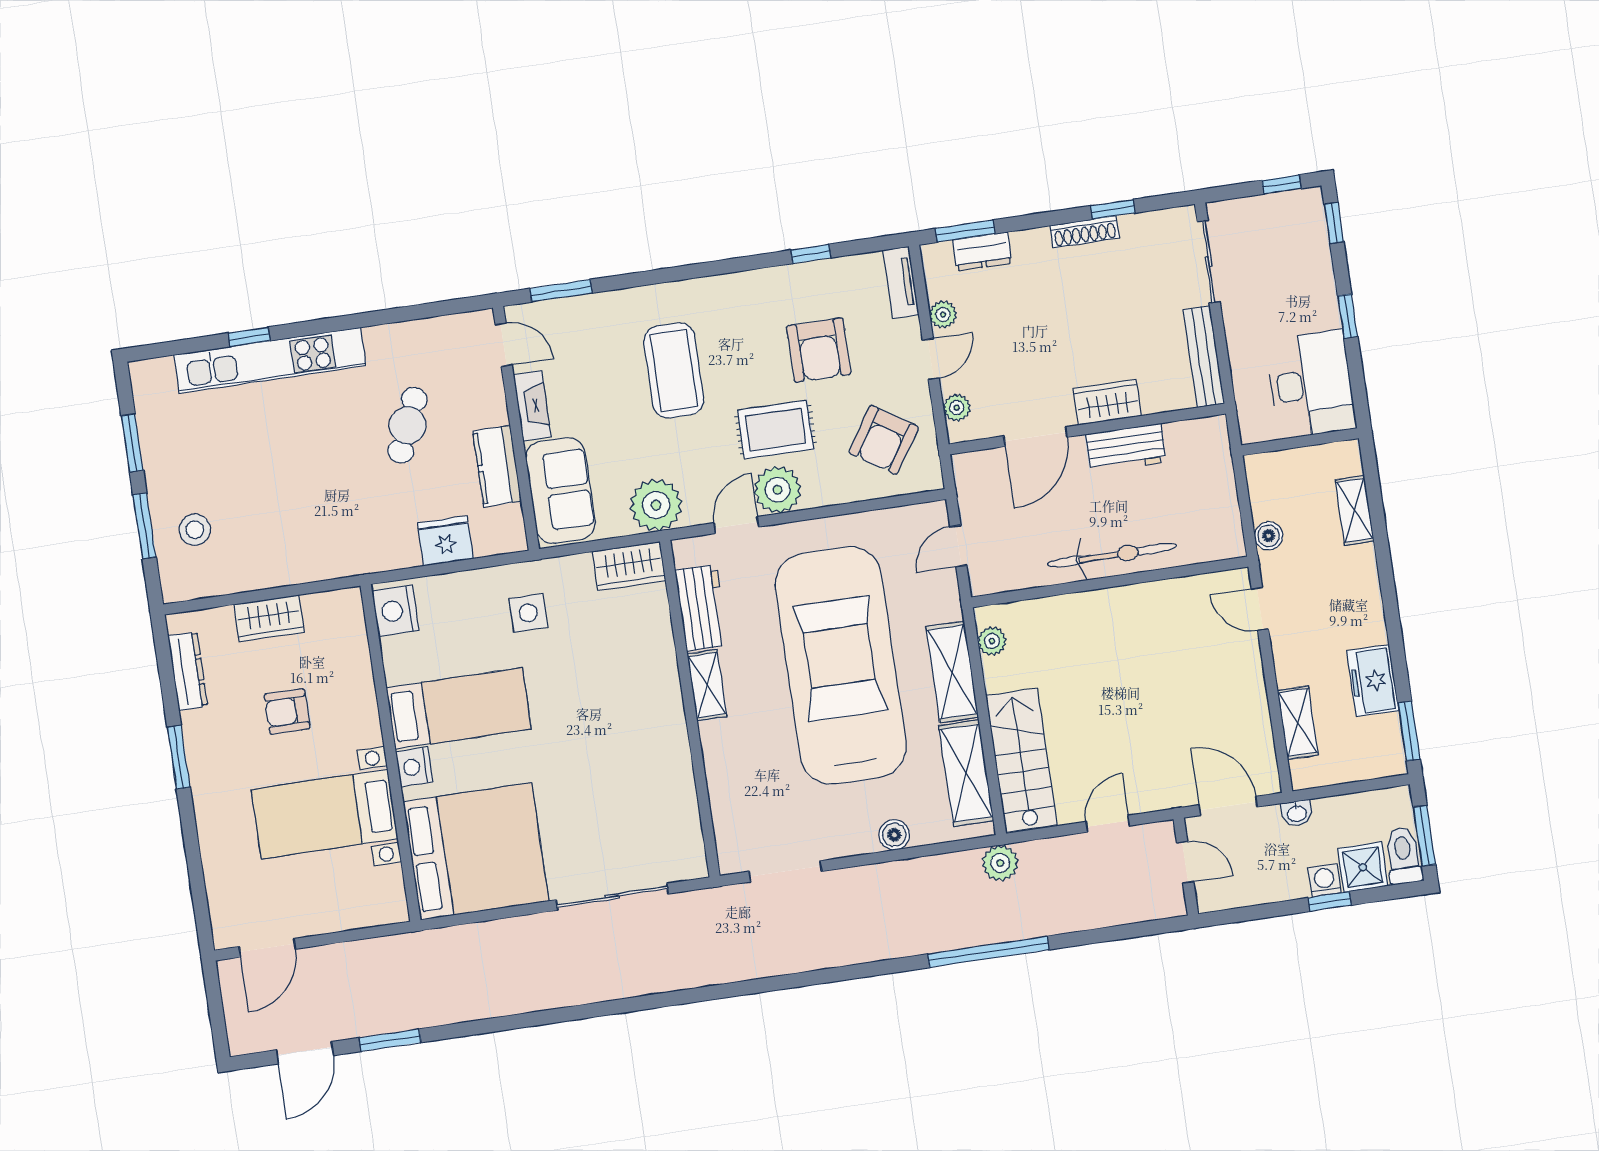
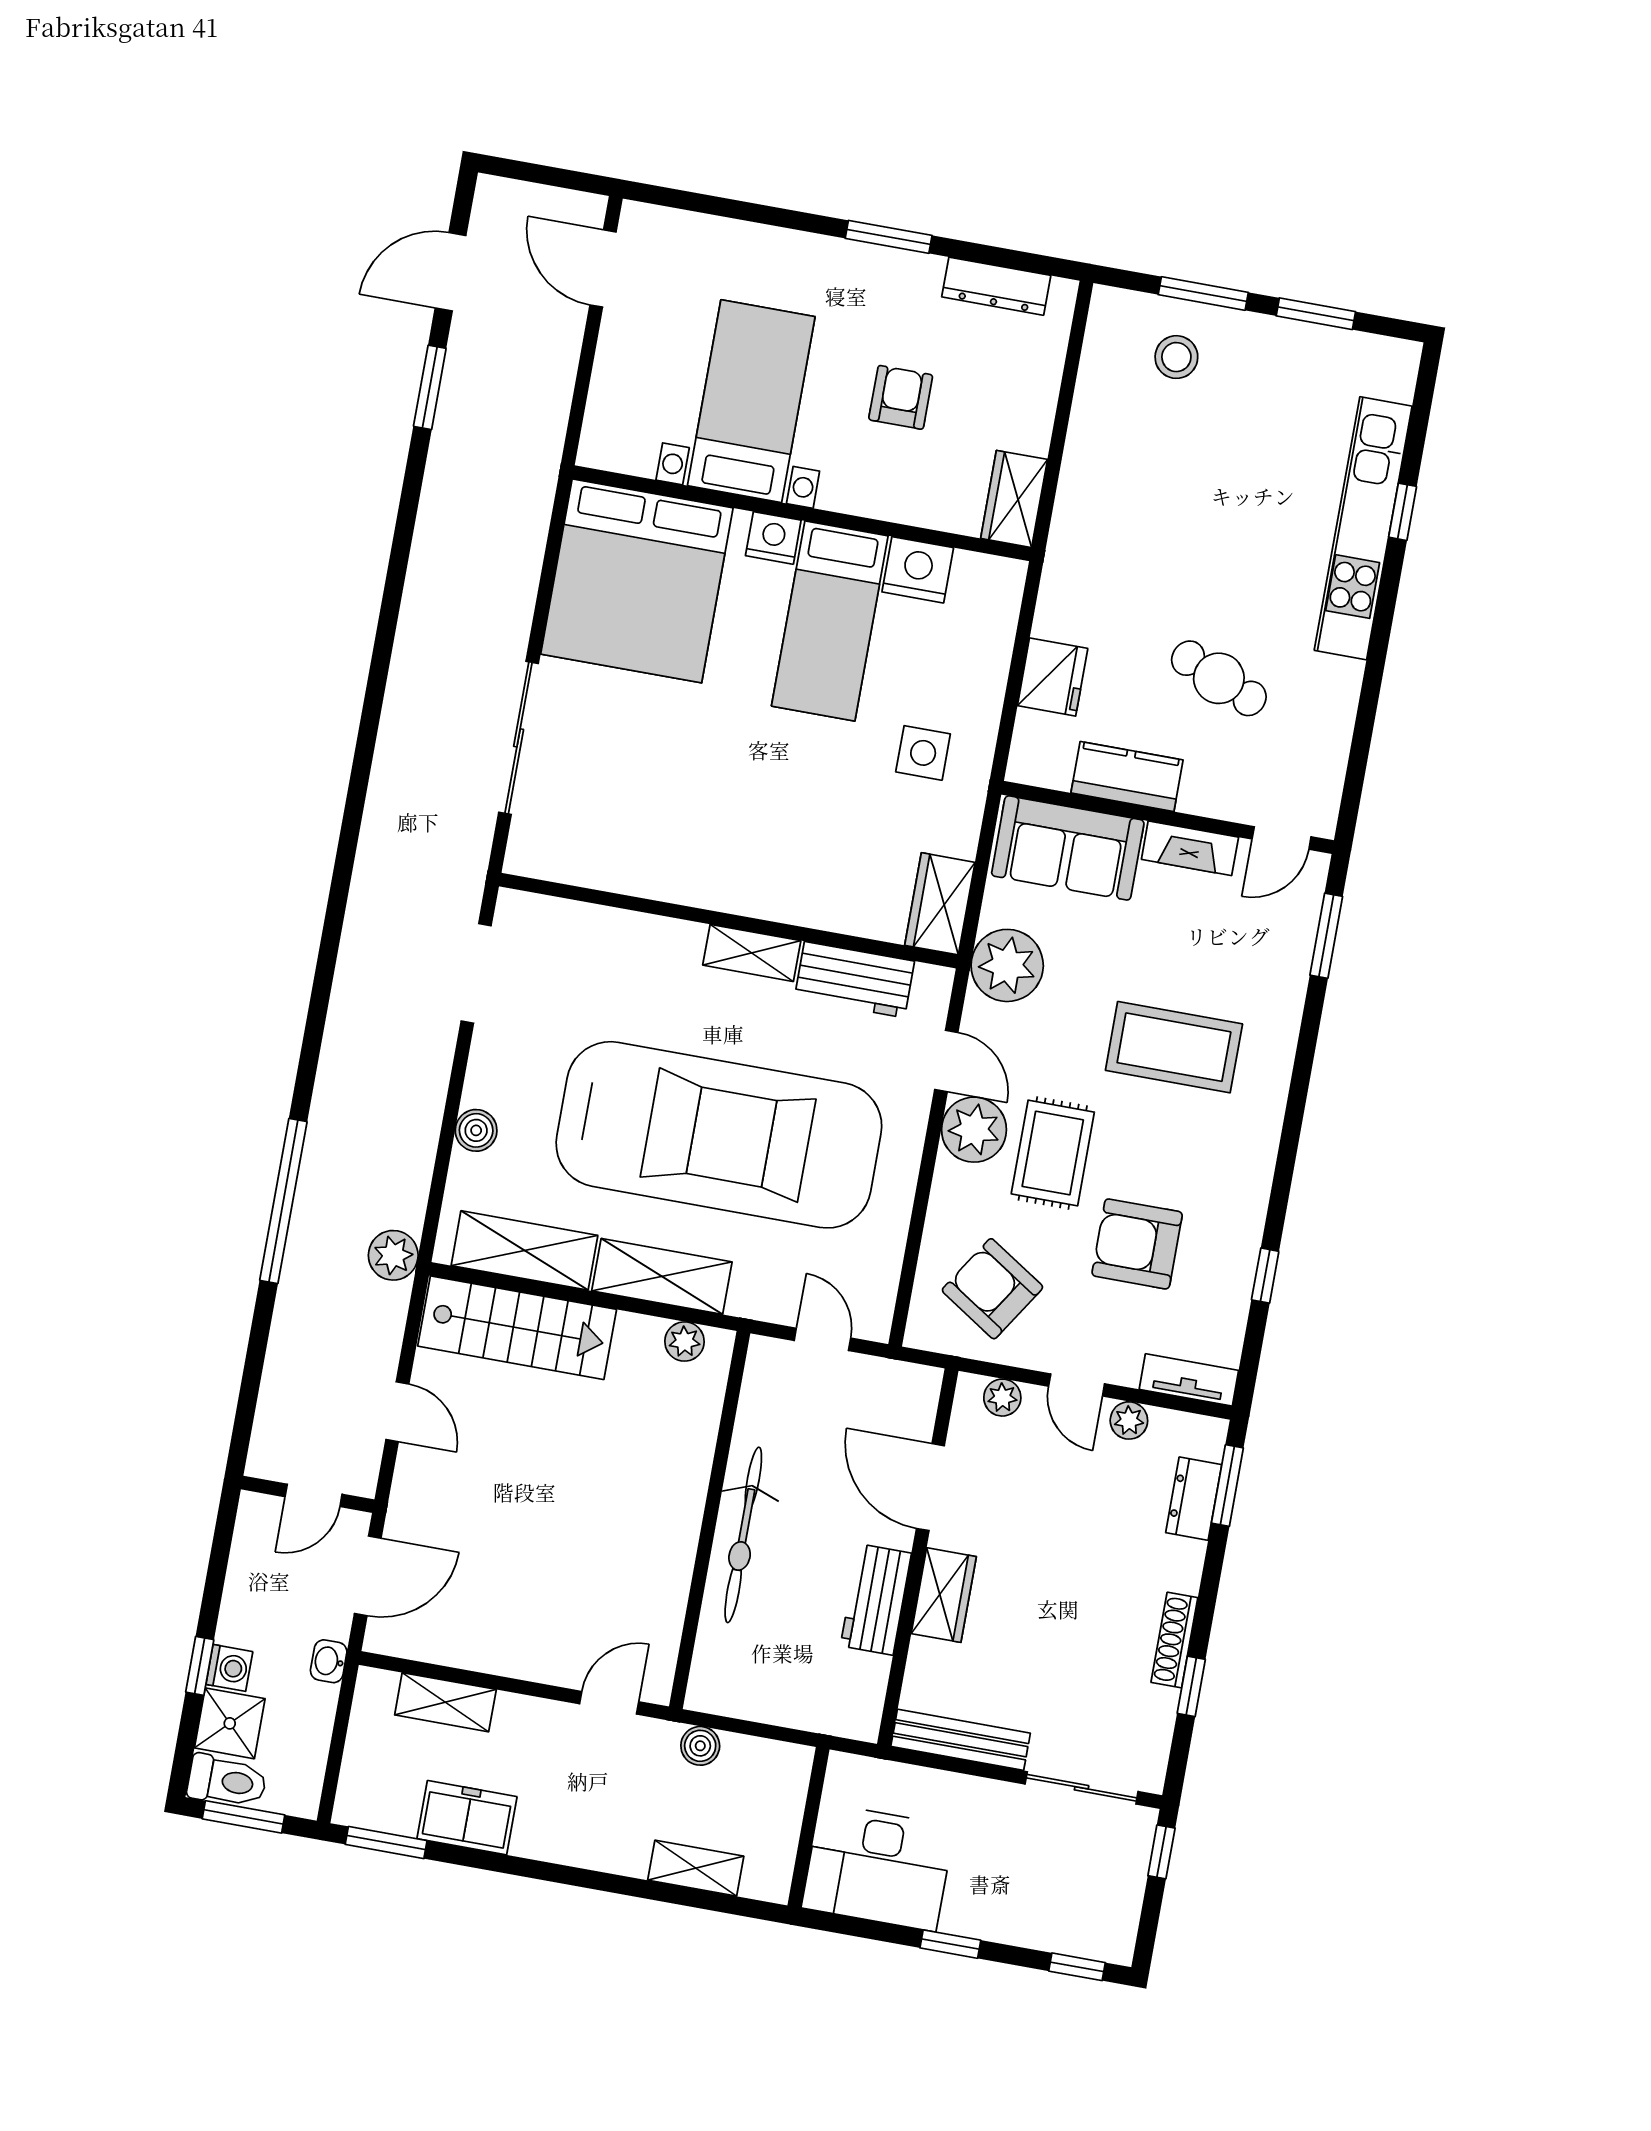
window: (1282, 184) -> (1161, 1852), moved
nightstand: (395, 611) -> (918, 570), moved
wardrobe: (269, 618) -> (1014, 499), moved
door: (305, 1053) -> (451, 272), hinge flipped

